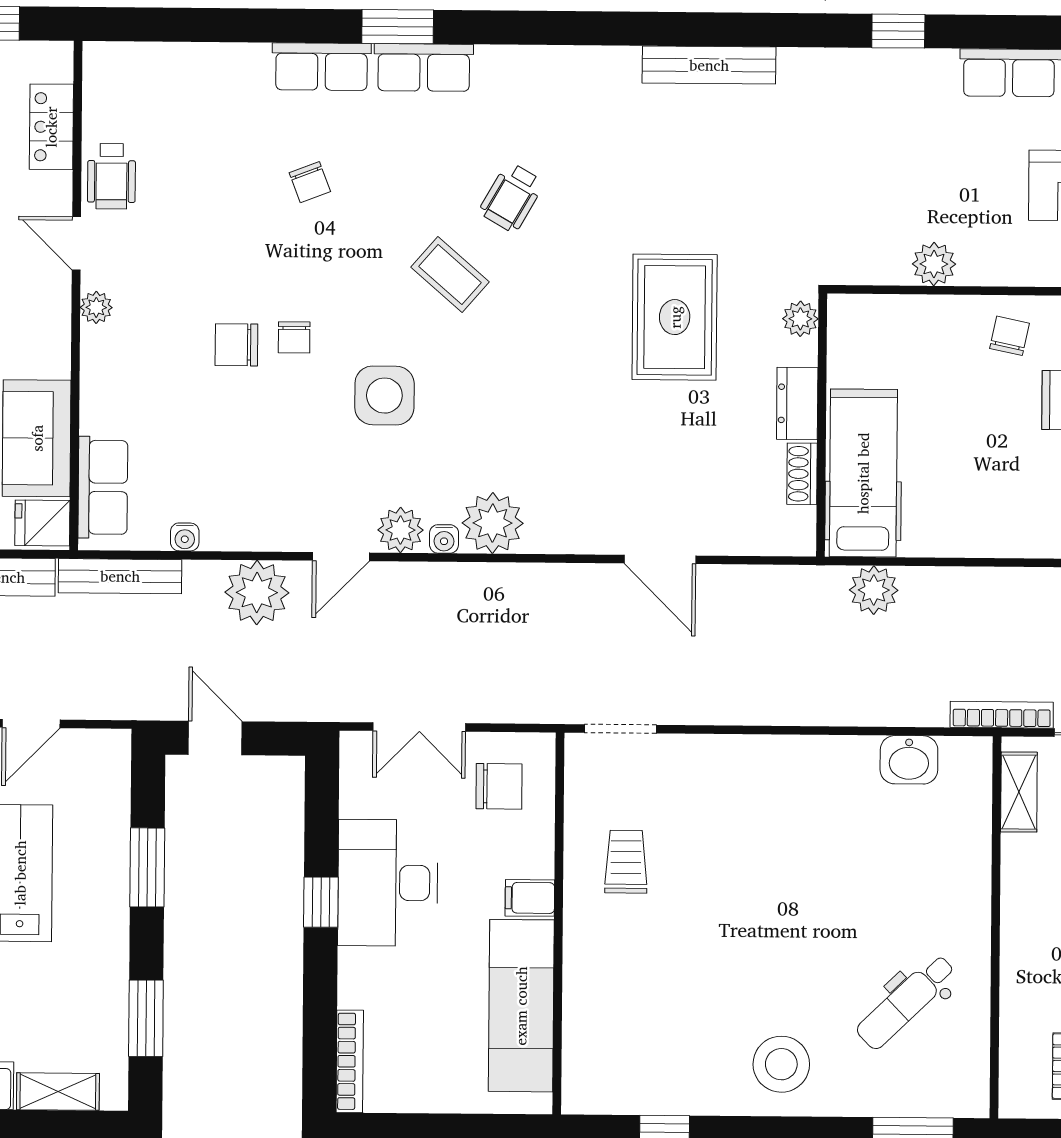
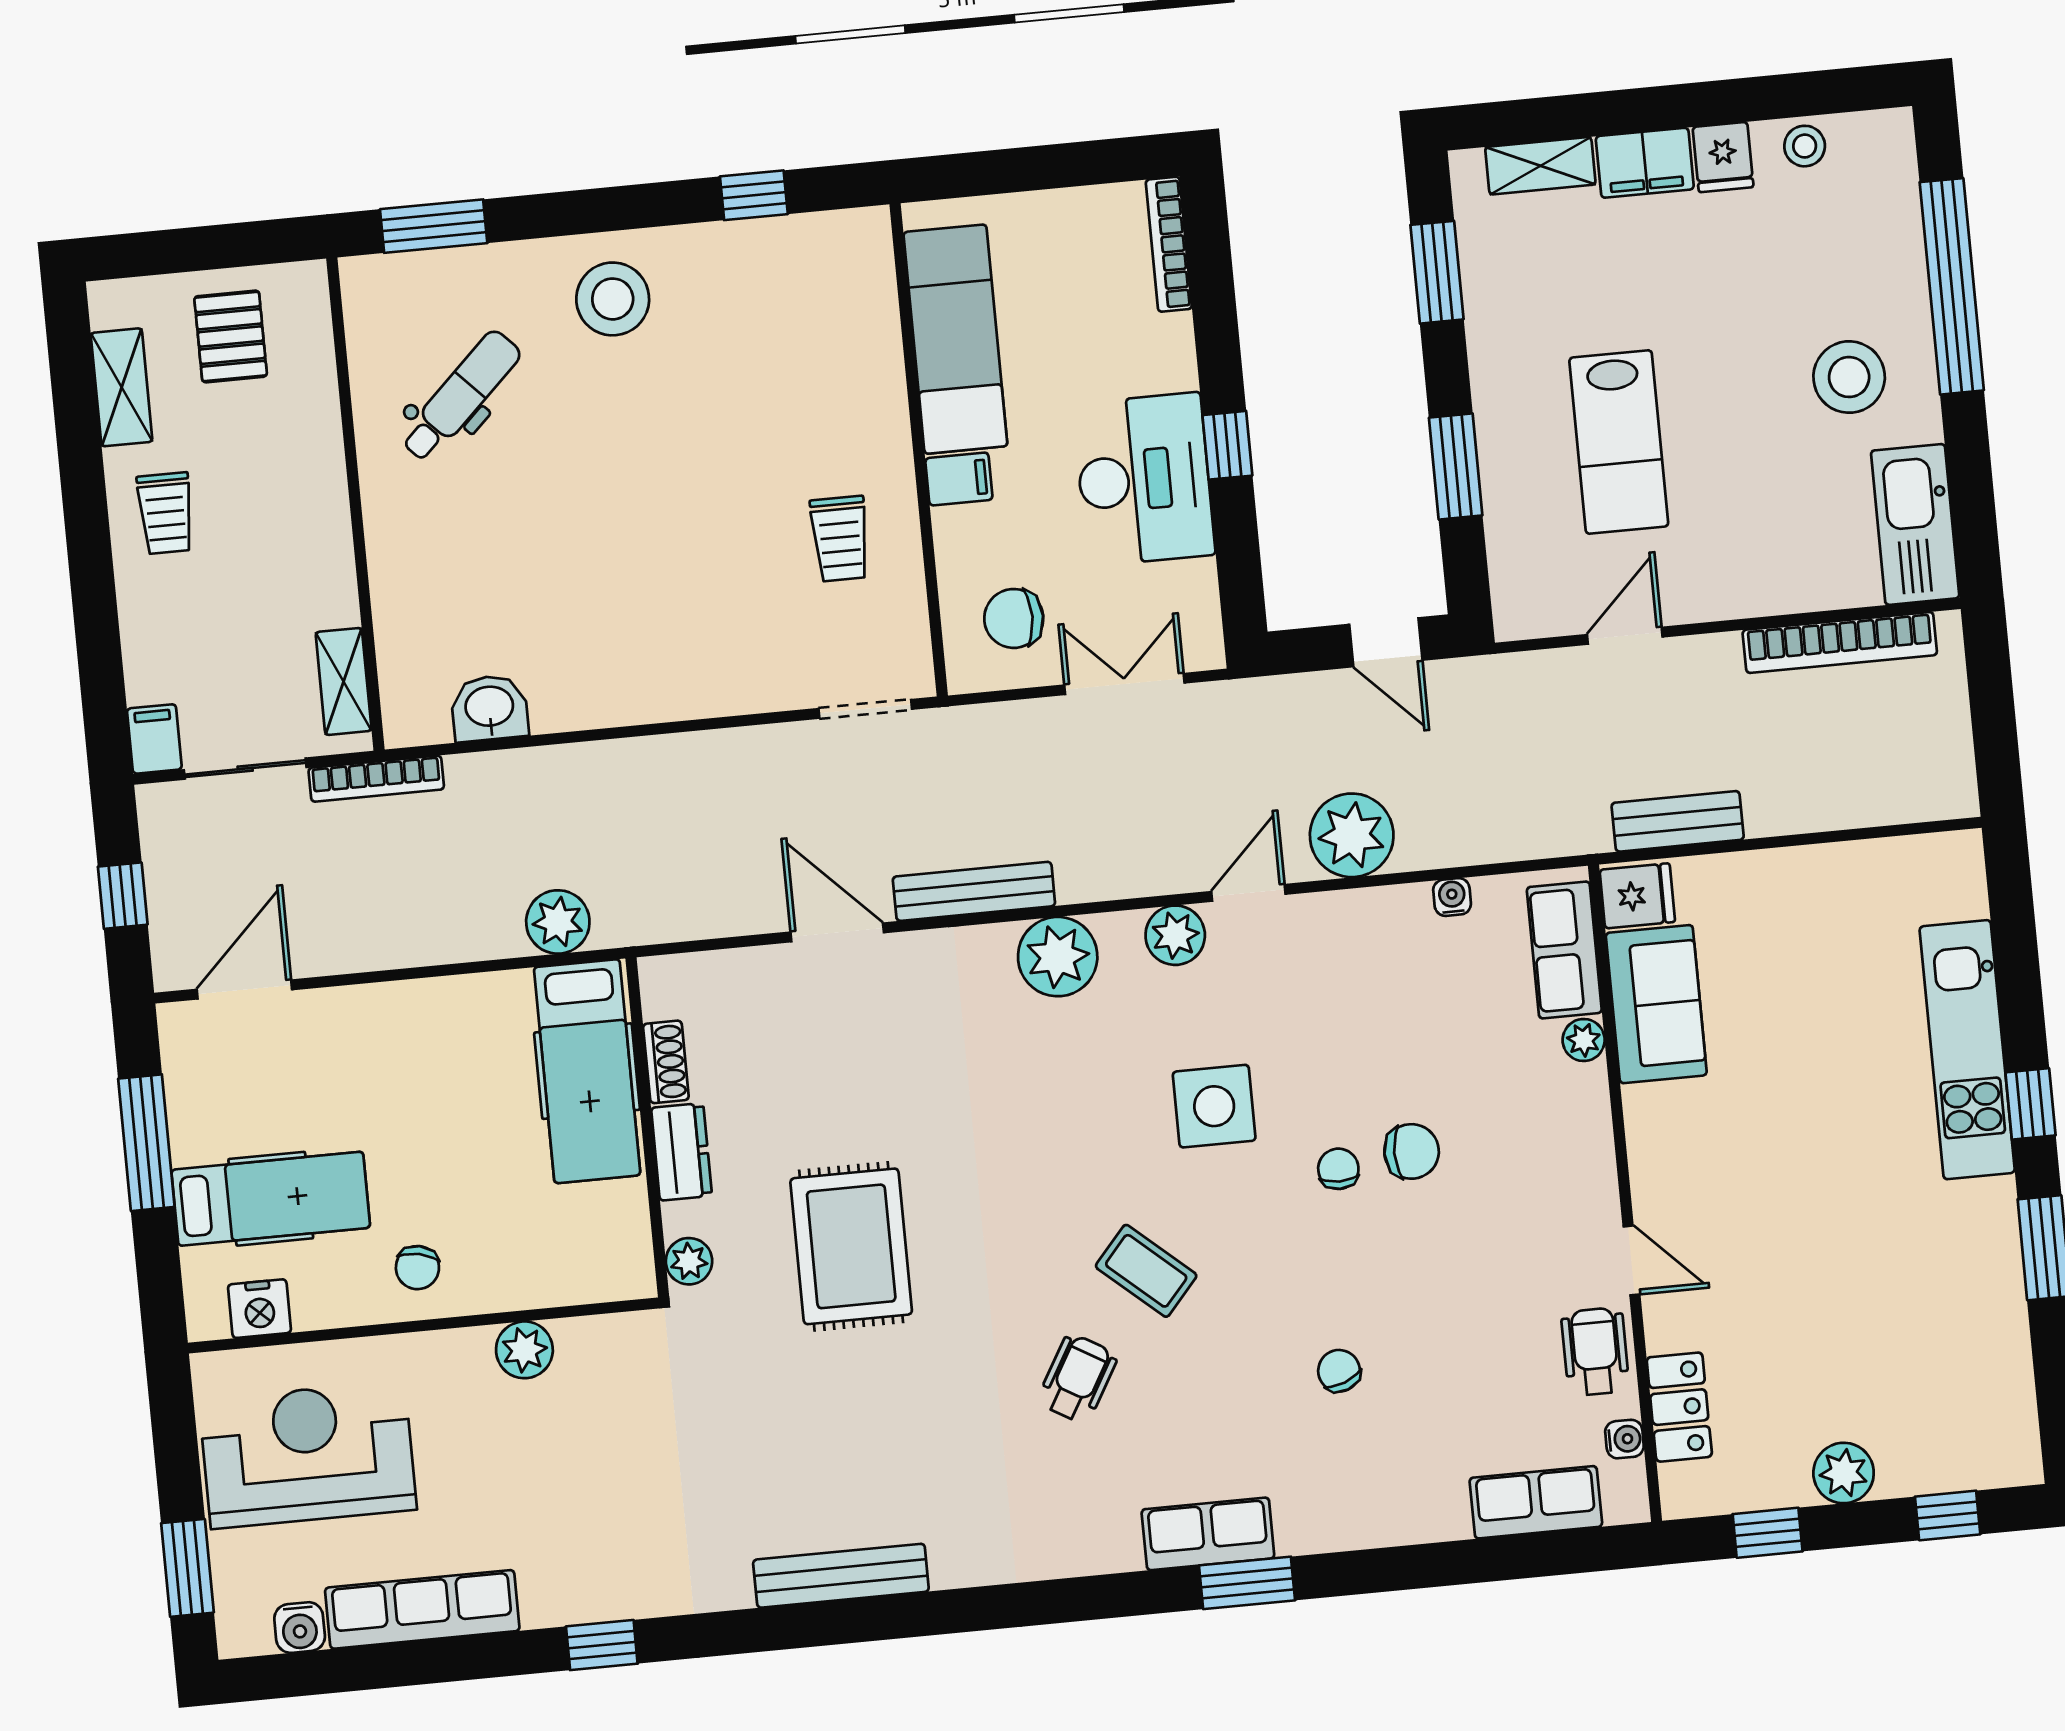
row of seats: (322, 67) -> (1536, 1502), moved
plant: (96, 307) -> (1584, 1040), moved
water cooler: (444, 539) -> (1624, 1439), moved, turned 90
bench: (120, 576) -> (974, 891), moved

